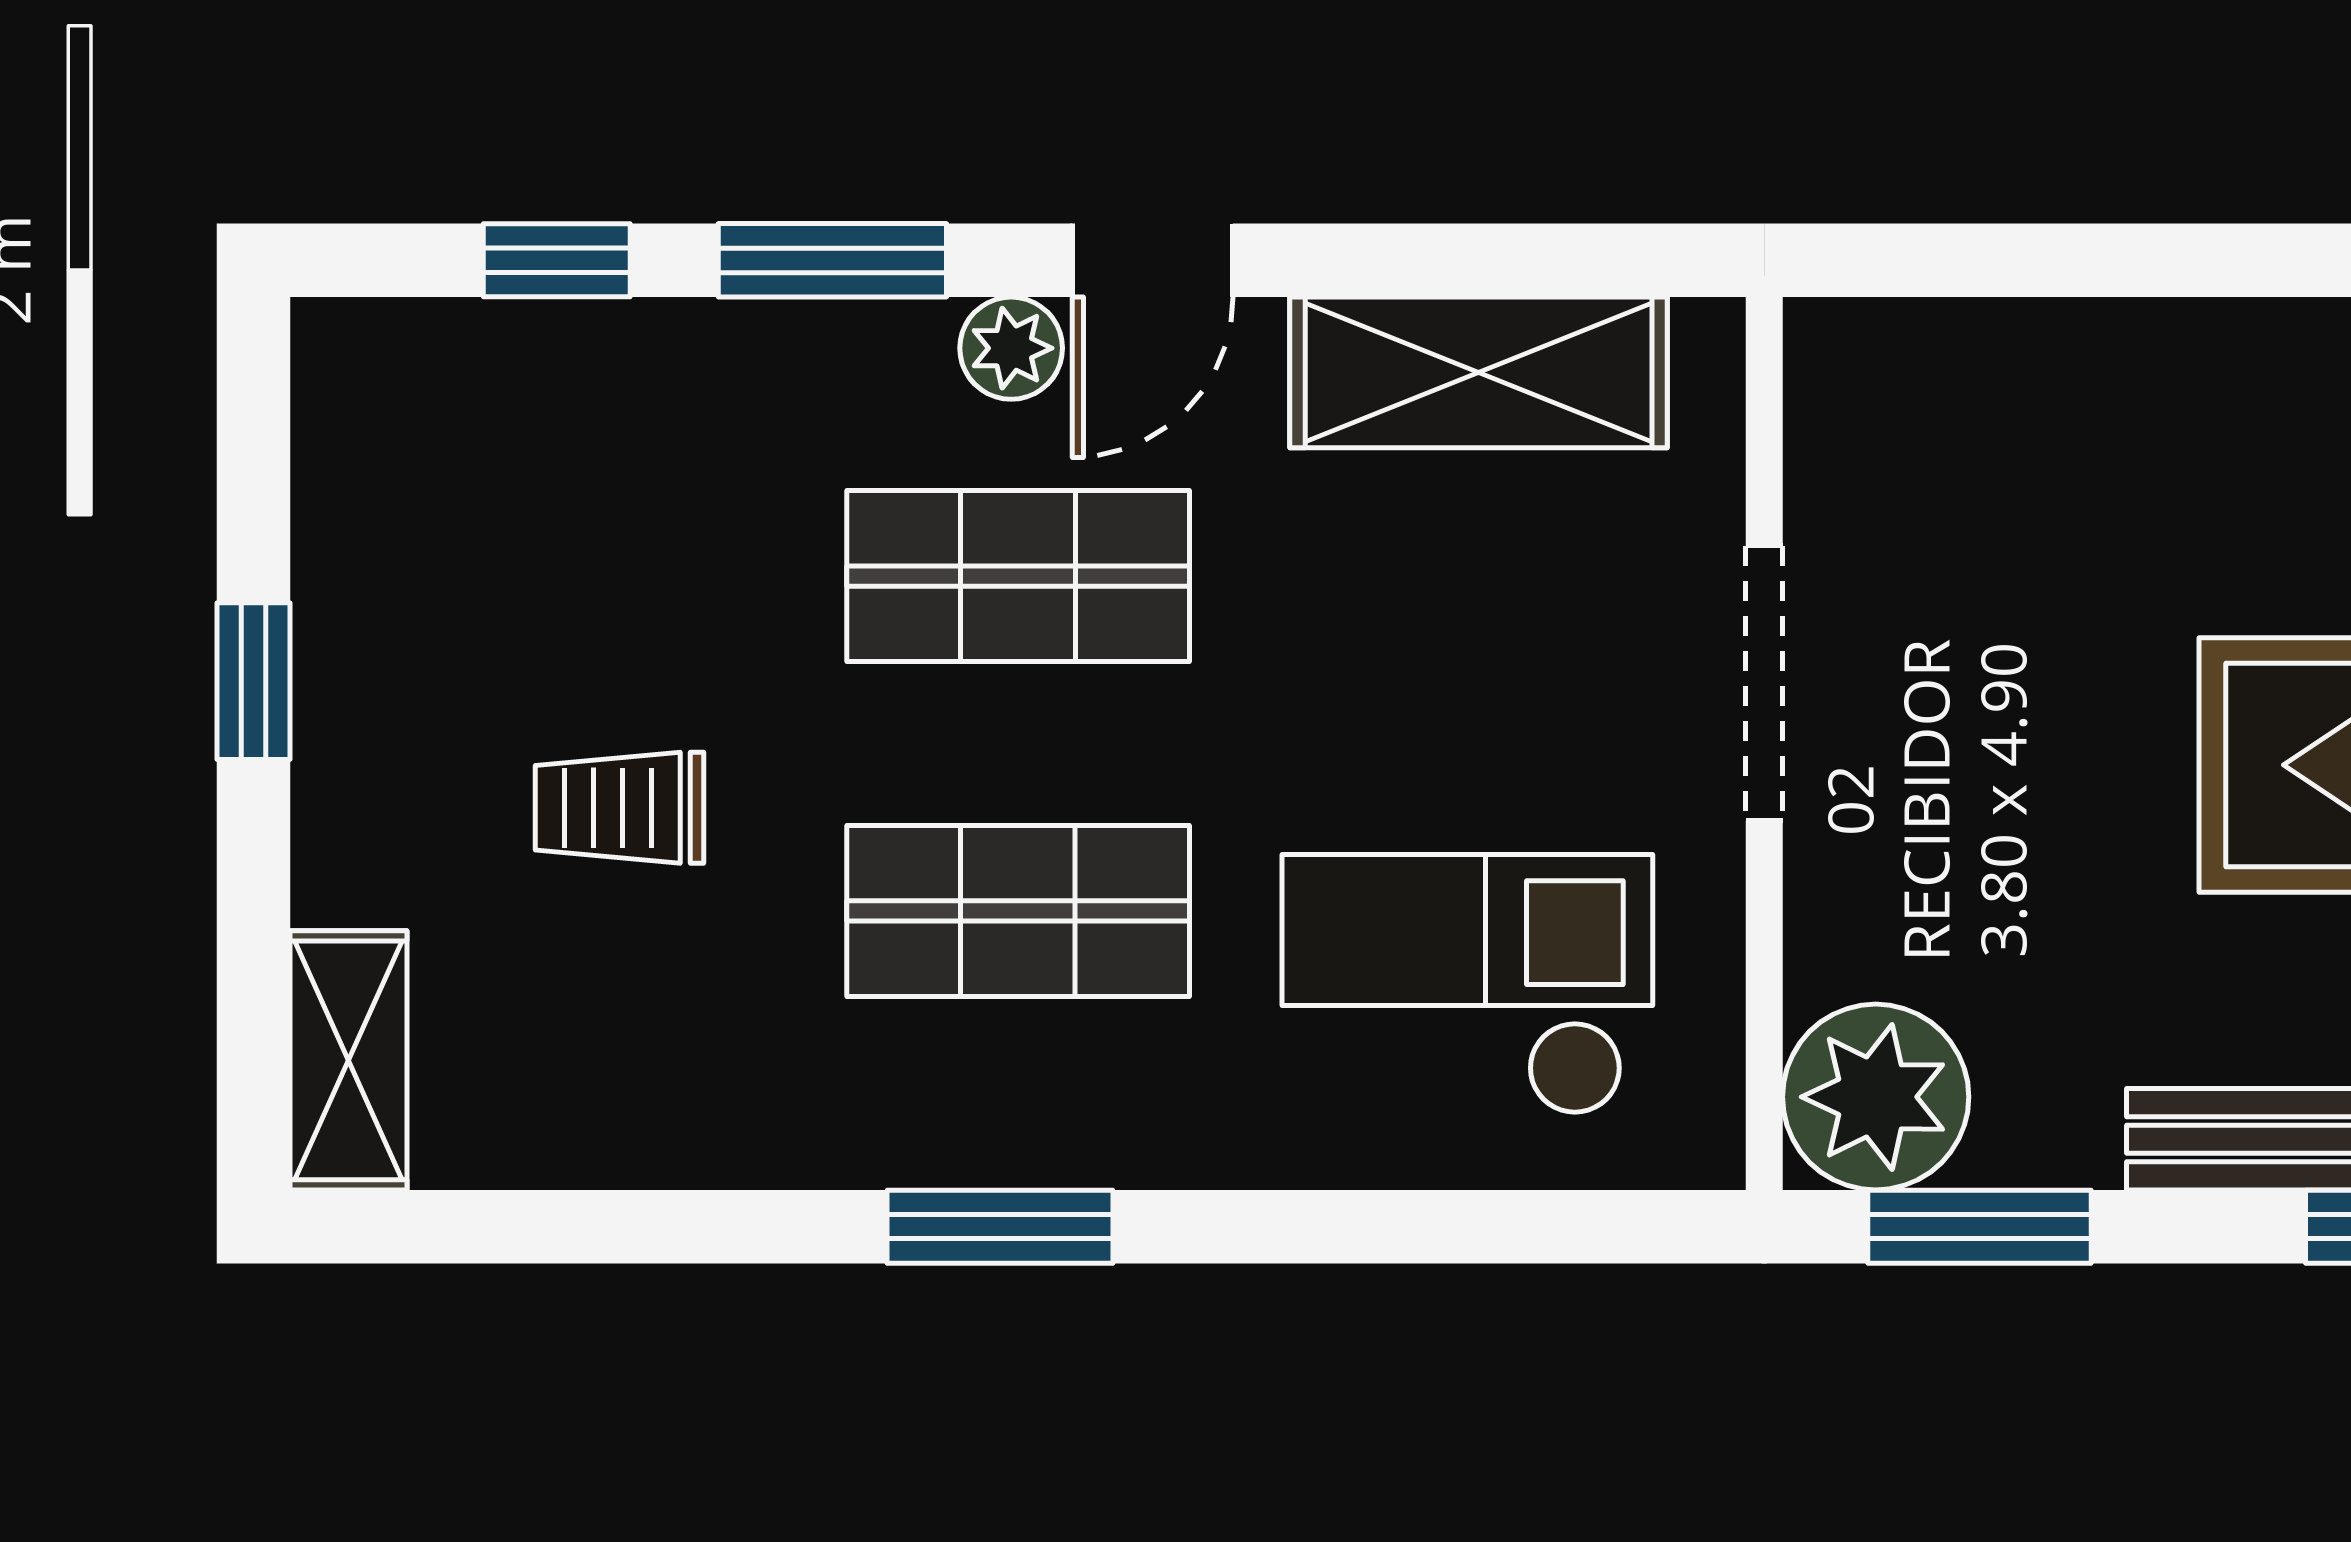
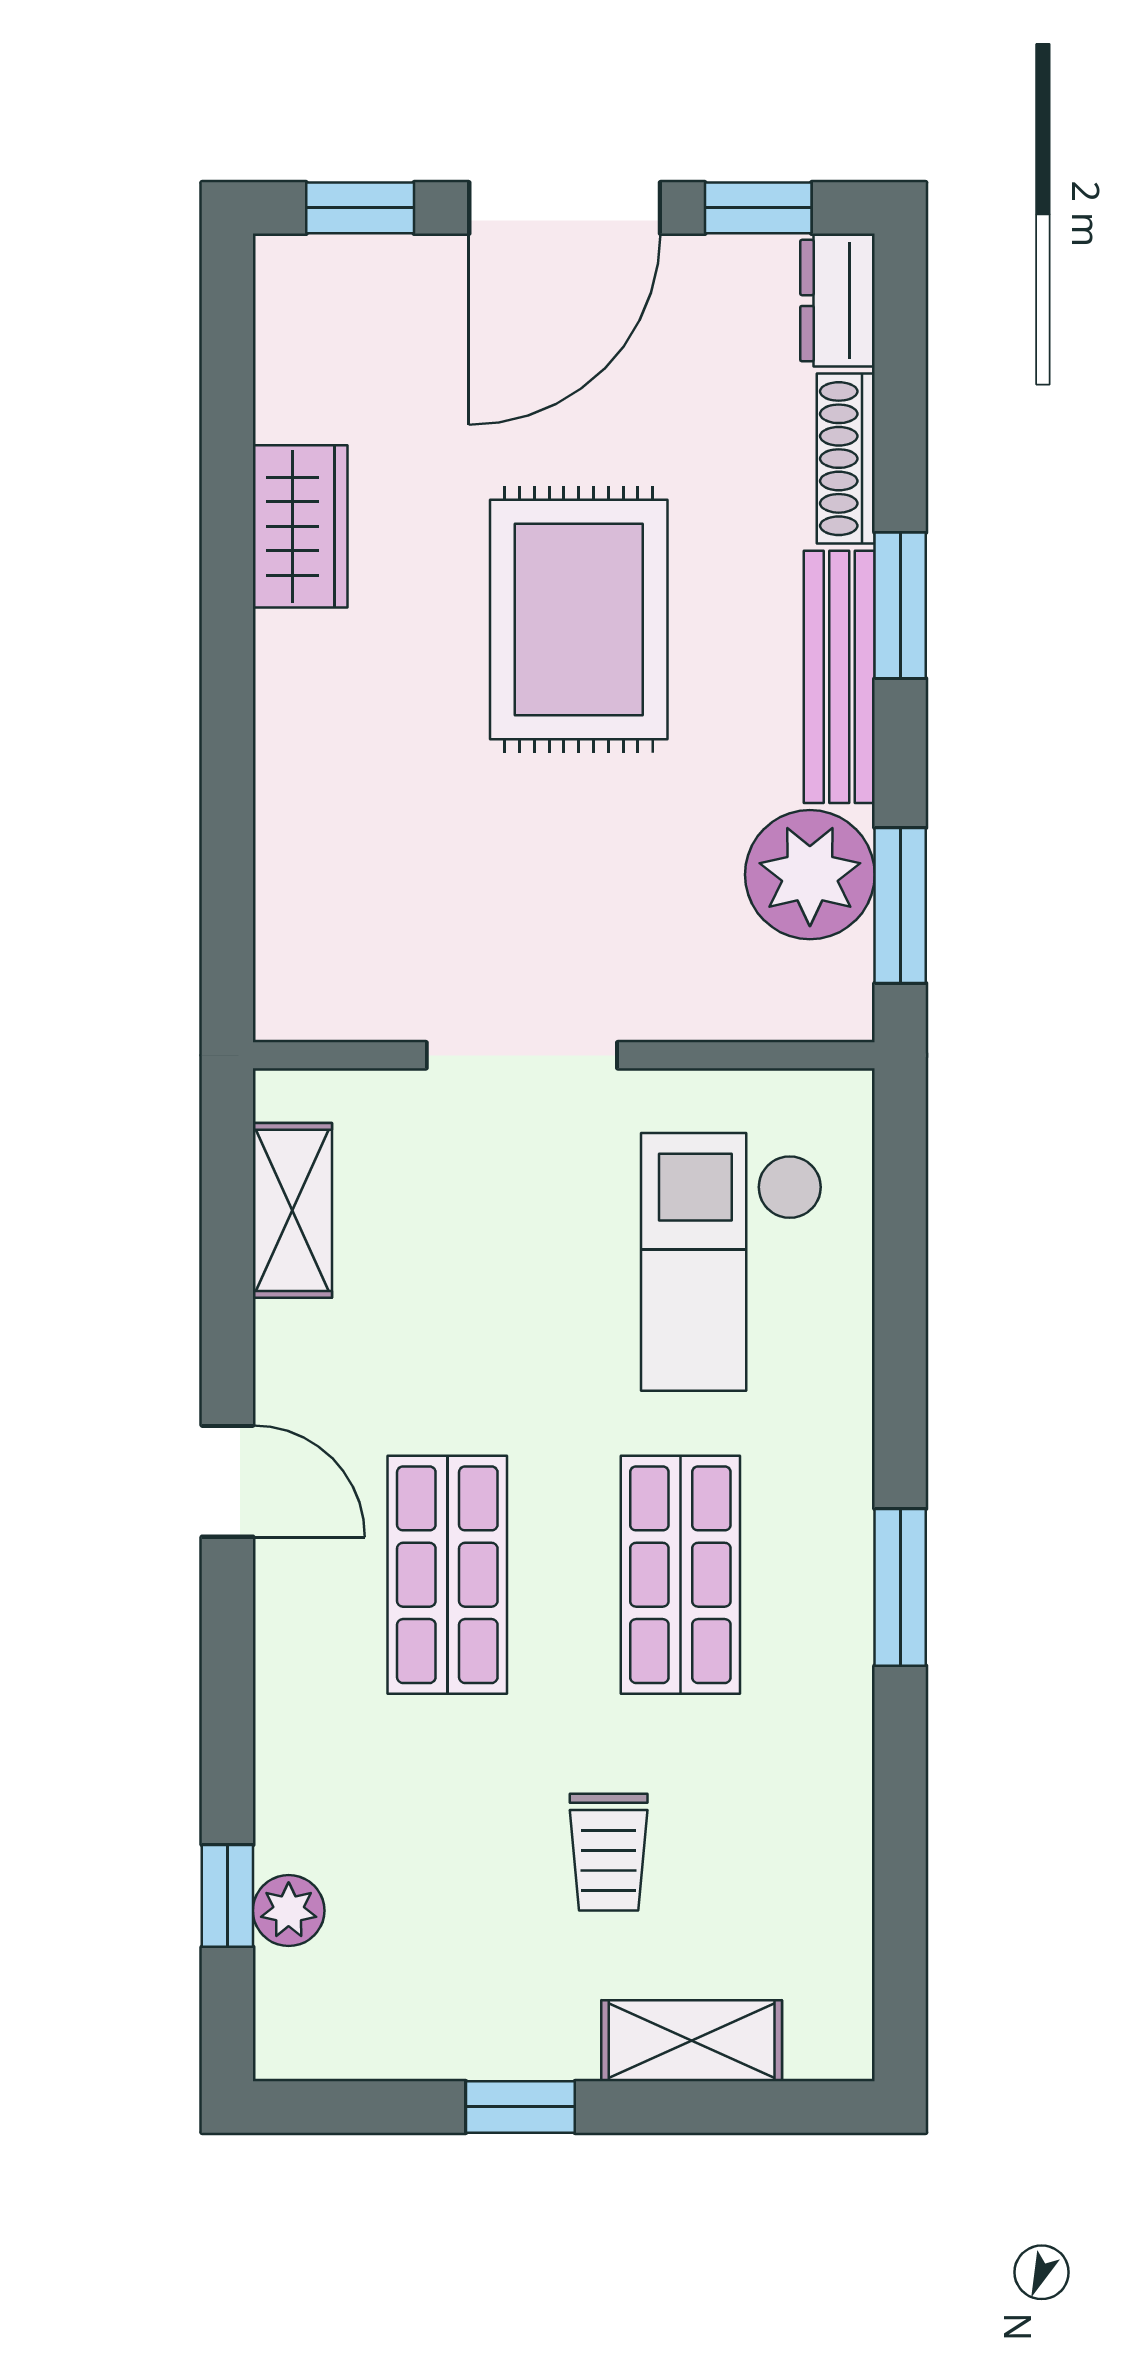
window: (832, 260) -> (227, 1704), removed
plant: (1011, 348) -> (289, 1911), moved
shelving: (1479, 372) -> (292, 1210), width x0.67, depth x0.75
shelving: (349, 1060) -> (692, 2041), moved
plant: (1876, 1097) -> (810, 875), moved

